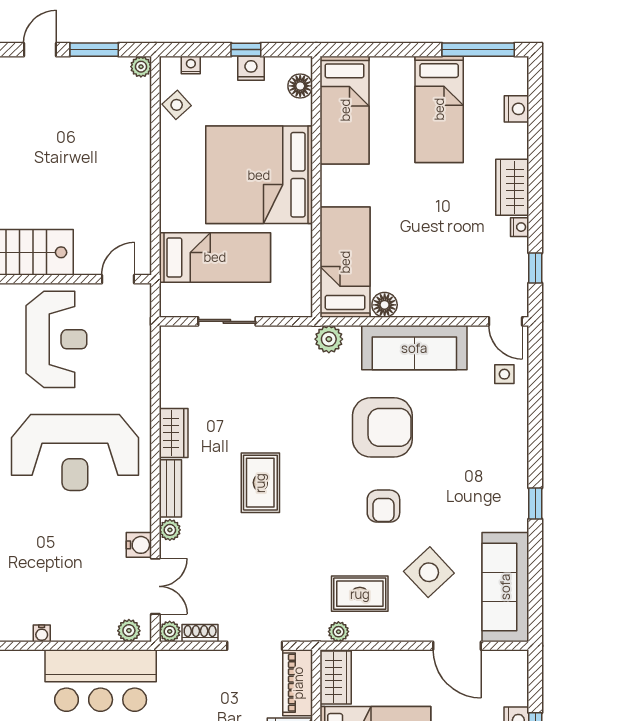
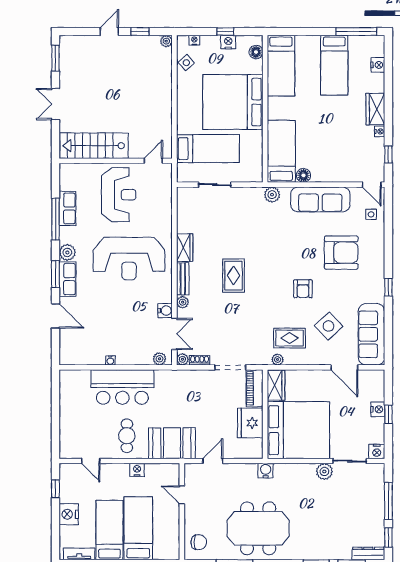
window: (94, 50) -> (140, 32), width x0.67
armchair: (382, 427) -> (341, 253), moved
bar counter: (101, 681) -> (122, 387), moved

